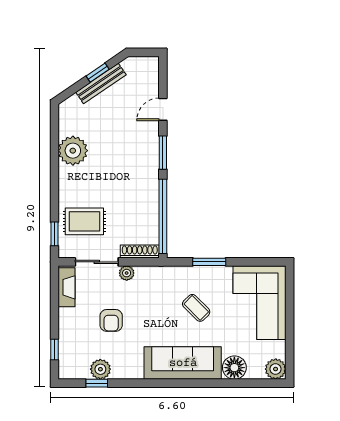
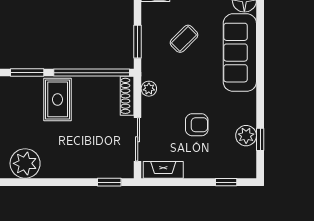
rug: (84, 221) -> (58, 99), moved
window: (209, 262) -> (138, 42), moved
plant: (127, 273) -> (149, 89), moved

